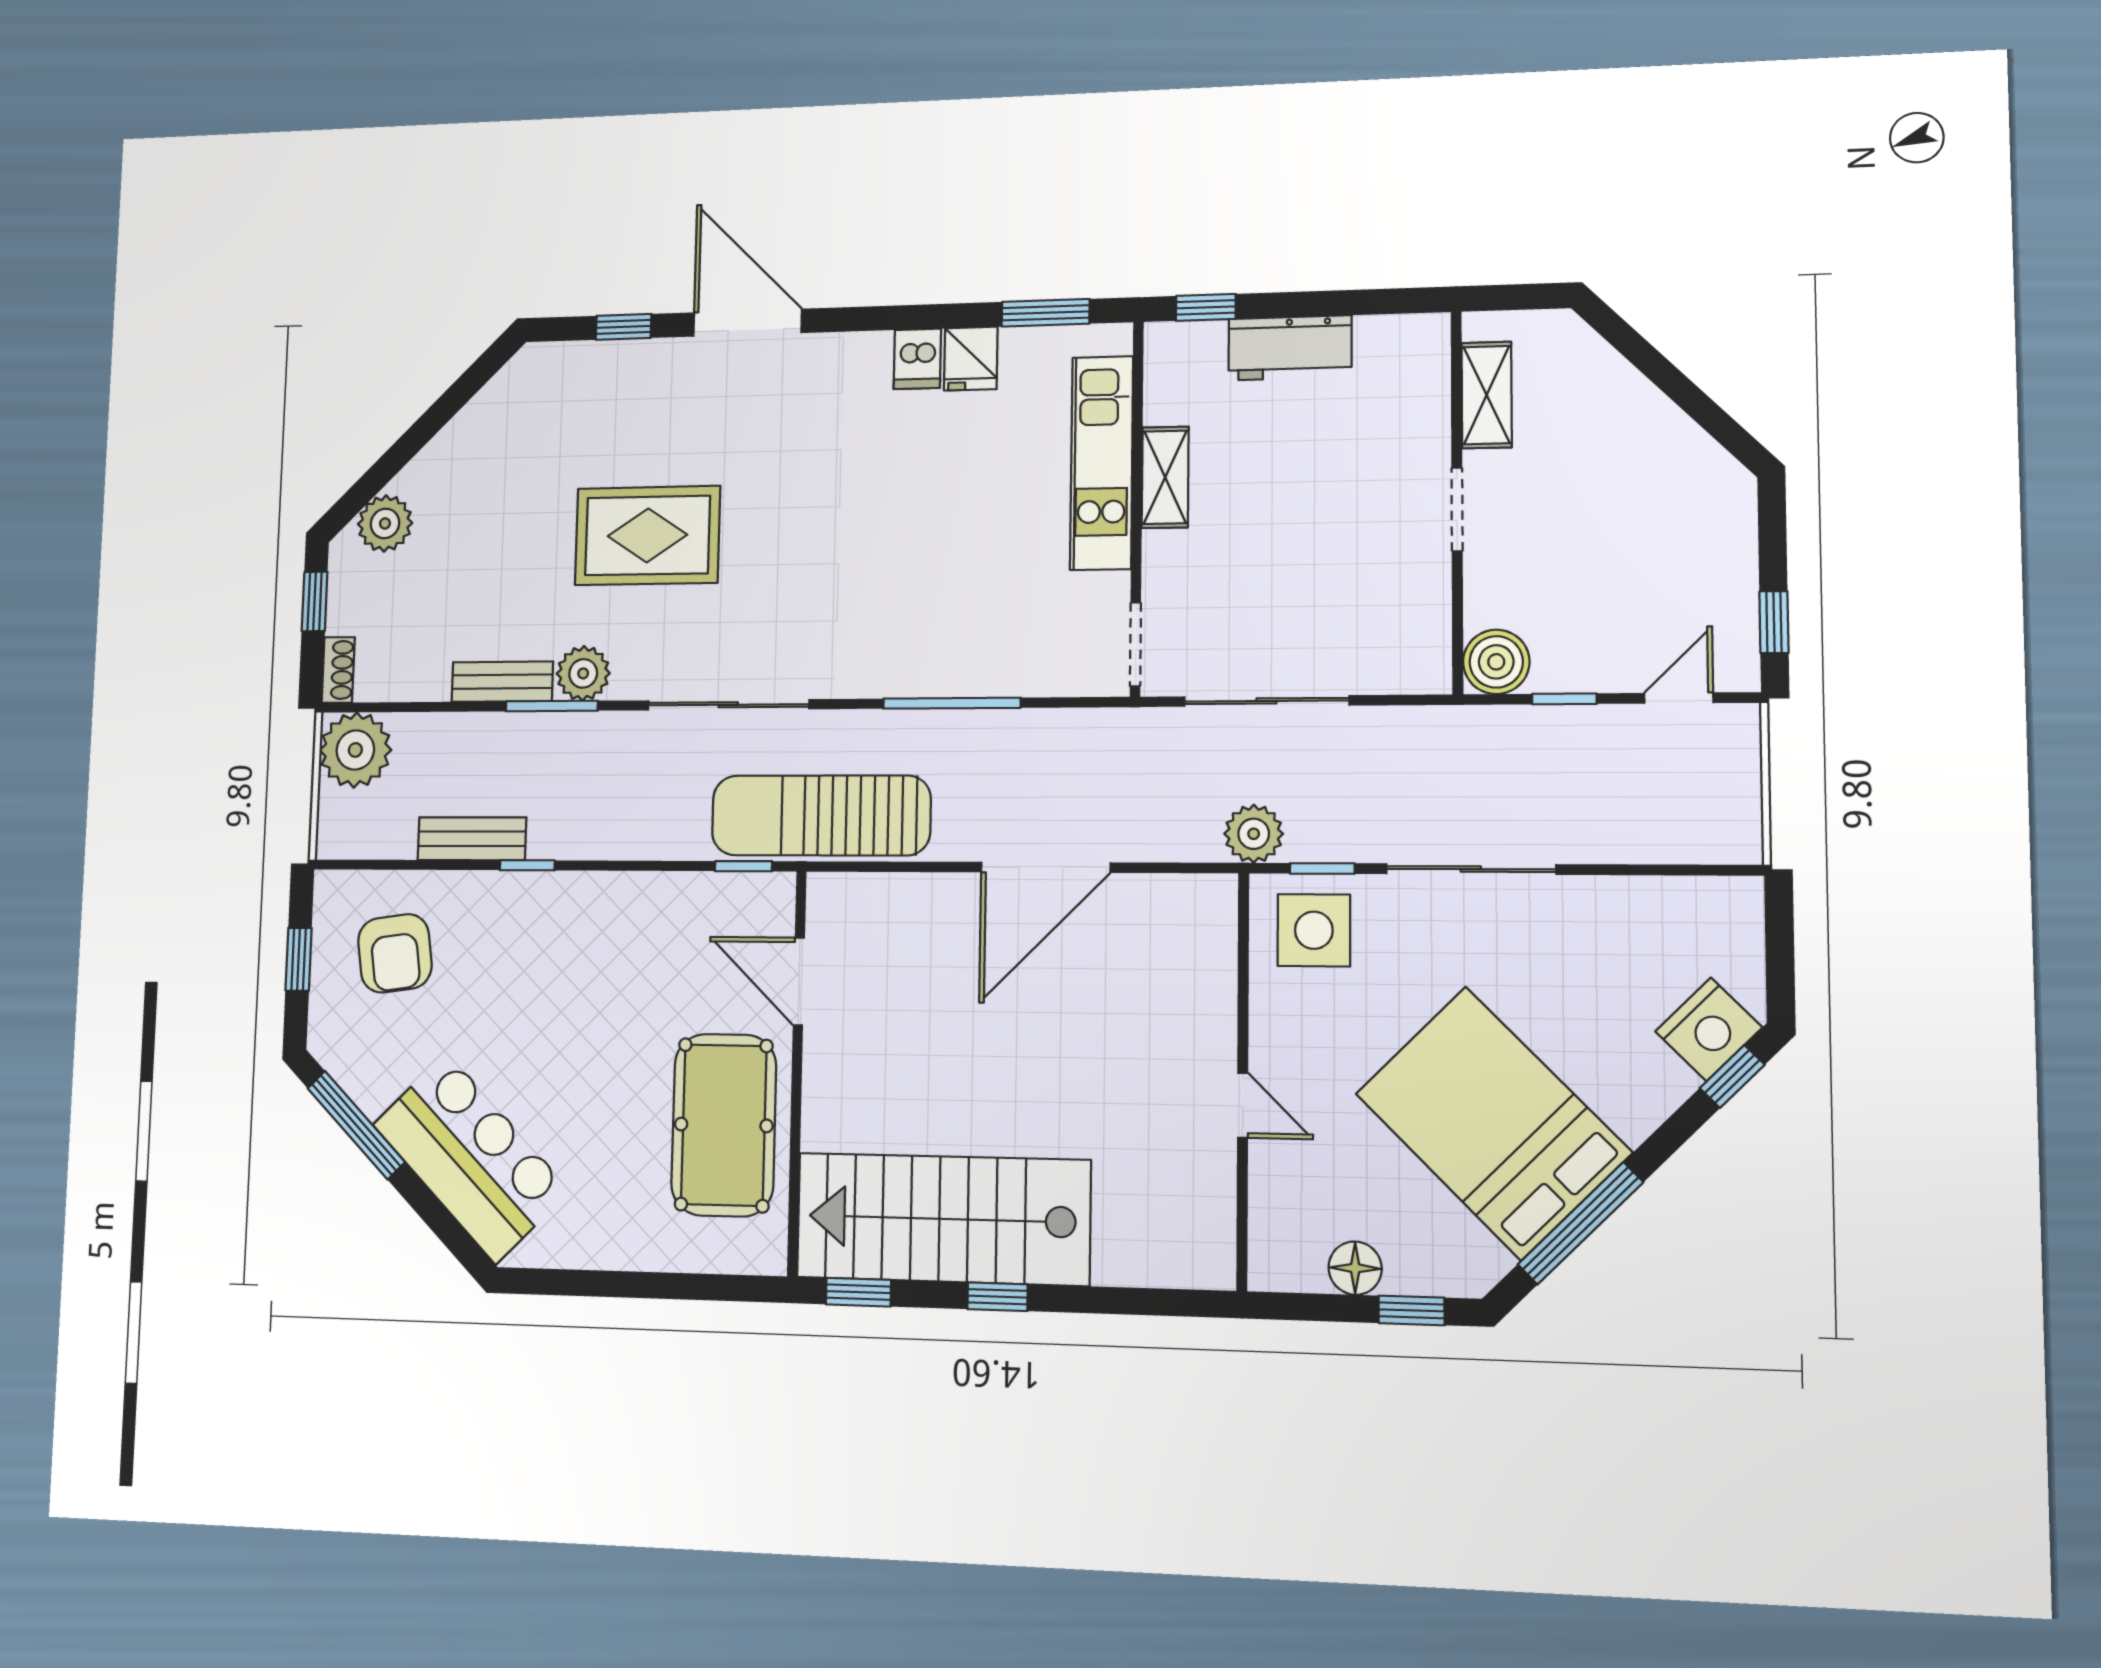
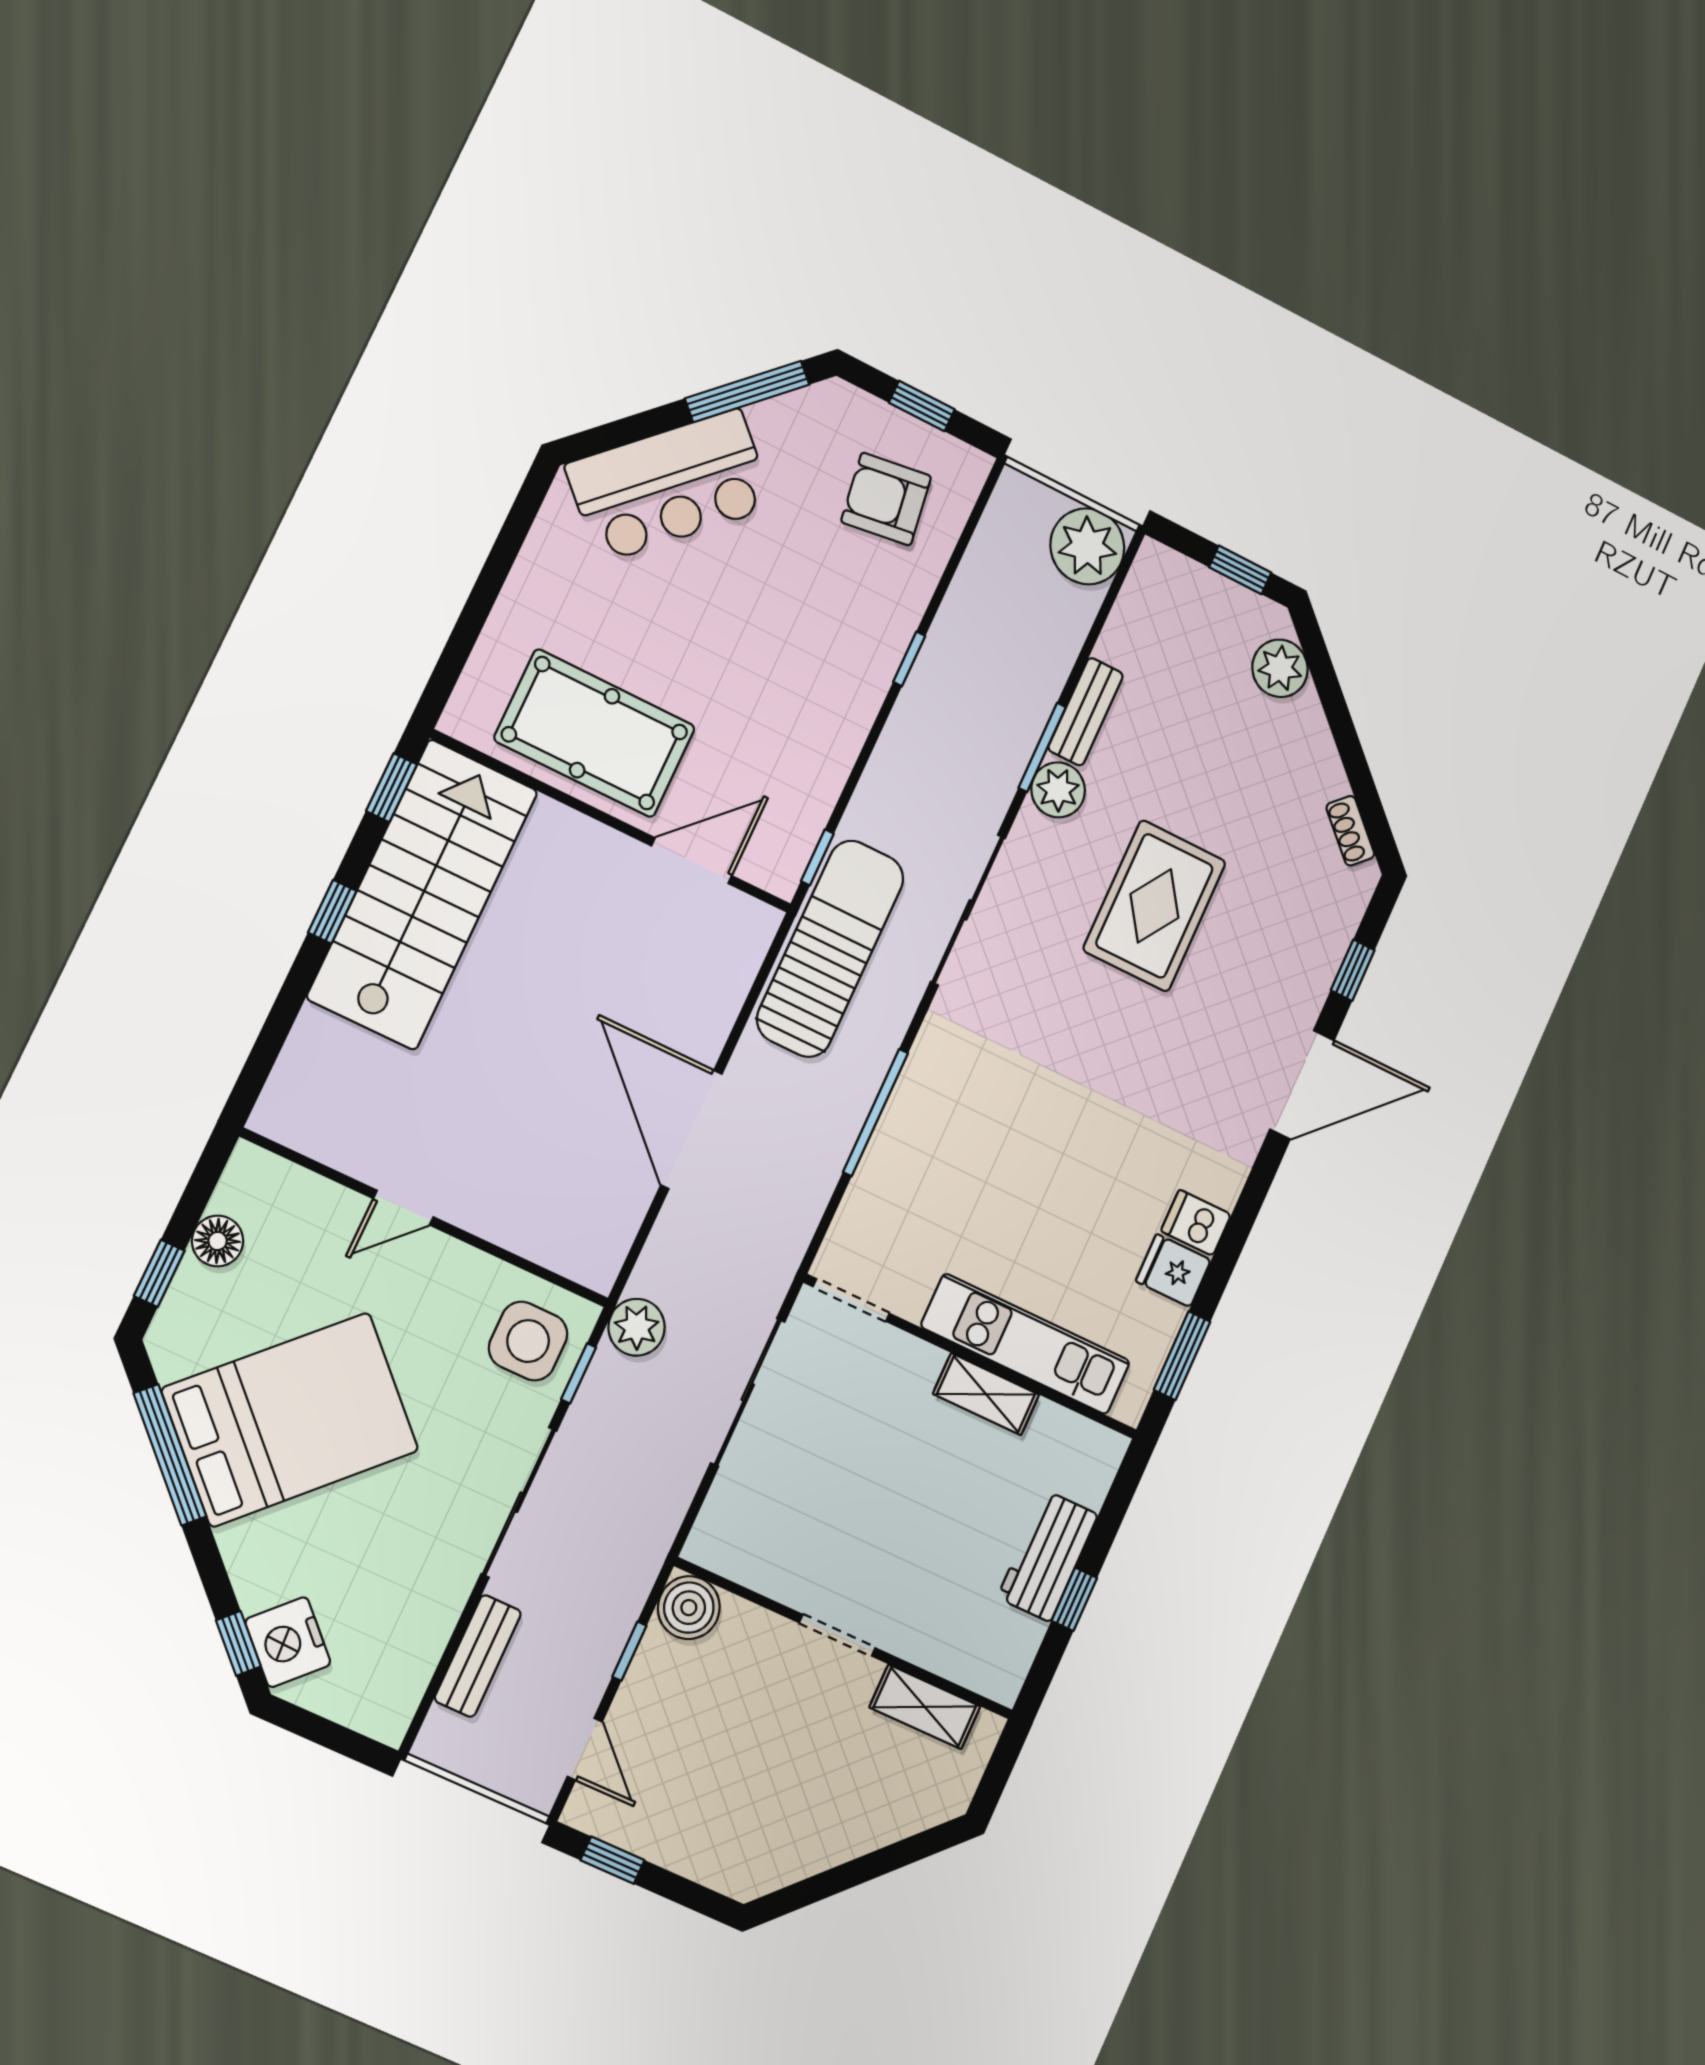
window: (1206, 307) -> (1074, 1599), moved
shoe rack: (338, 670) -> (1350, 831), moved, turned 45
bench: (472, 839) -> (478, 1656), moved

